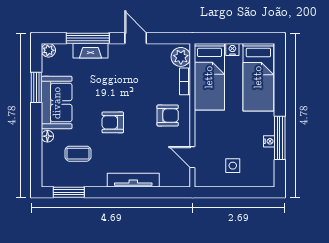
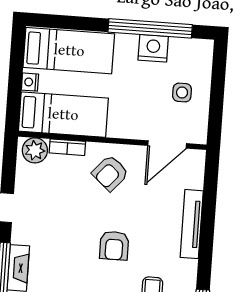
armchair: (168, 115) -> (110, 173), turned -139
window: (280, 138) -> (150, 28), width x1.46
nightstand: (269, 141) -> (153, 48), width x1.89, depth x1.79
door: (192, 157) -> (167, 144), width x1.38

